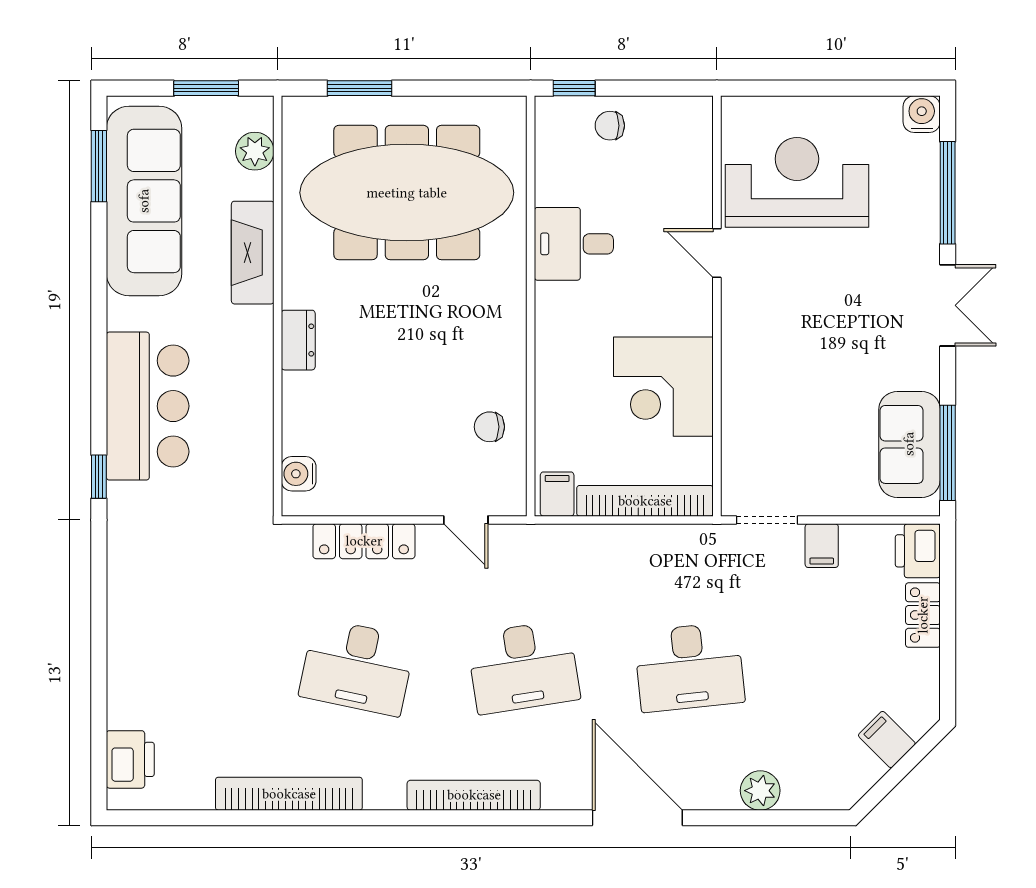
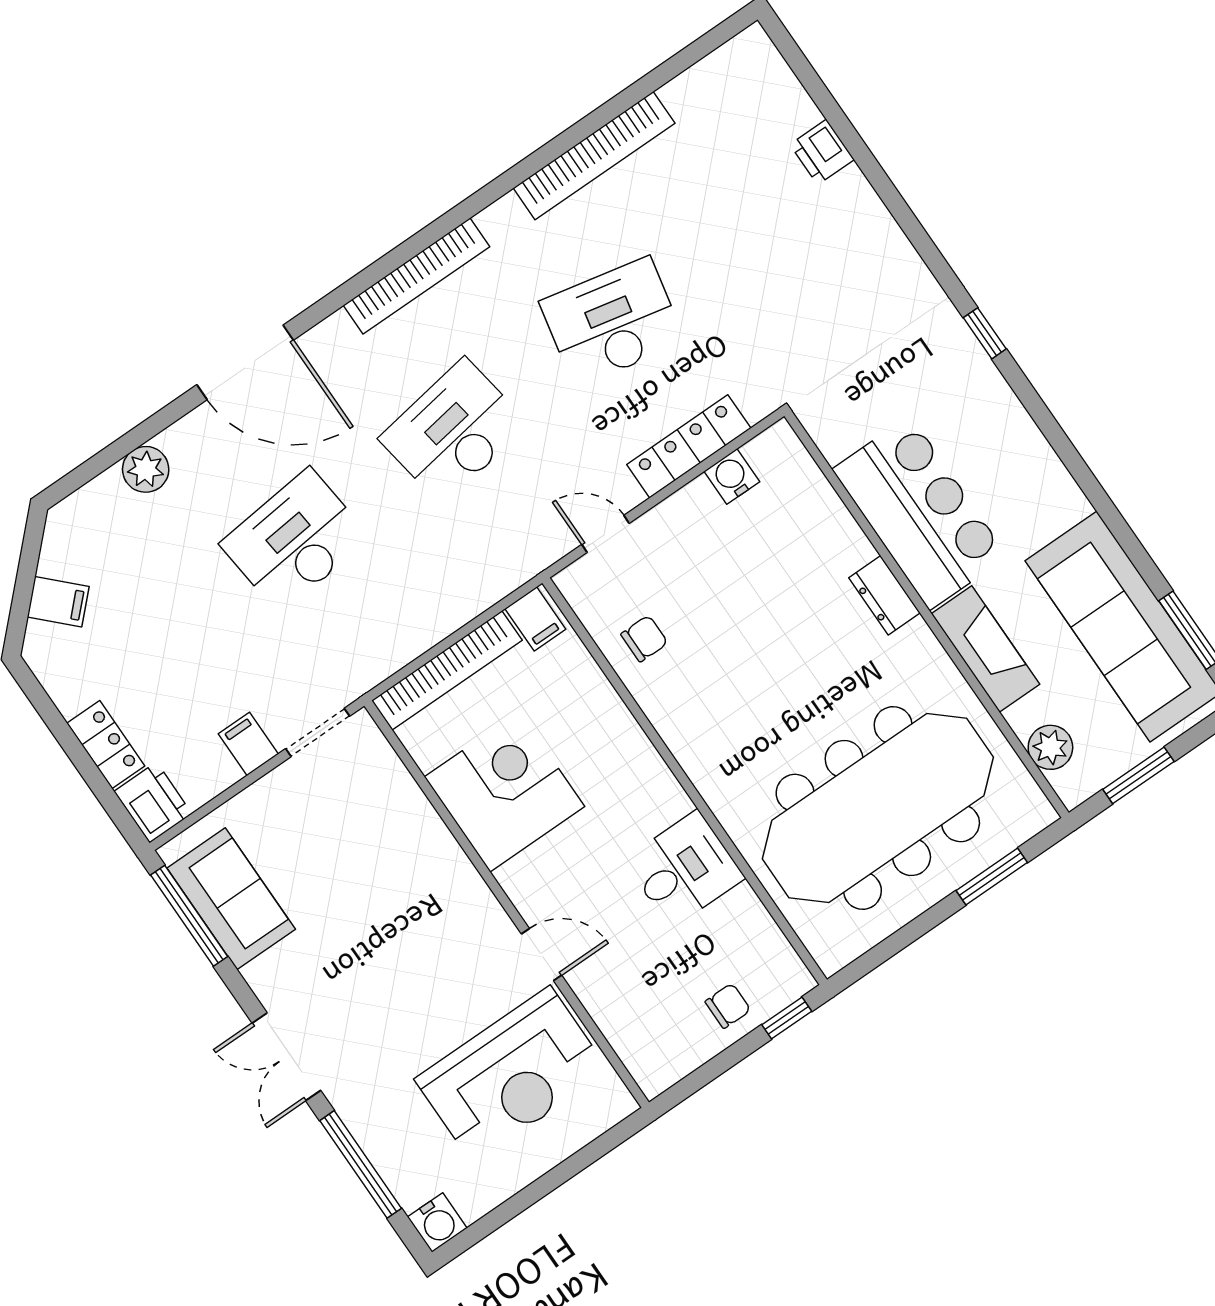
bar counter: (148, 406) -> (920, 513), moved, turned 180
water cooler: (299, 474) -> (732, 476), moved, turned -90
printer: (130, 759) -> (822, 152), moved, width x0.73, depth x0.81

